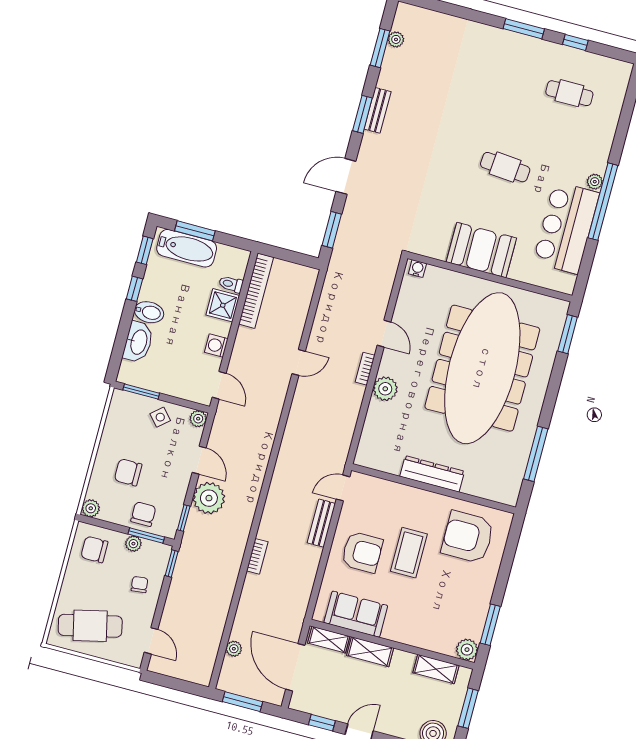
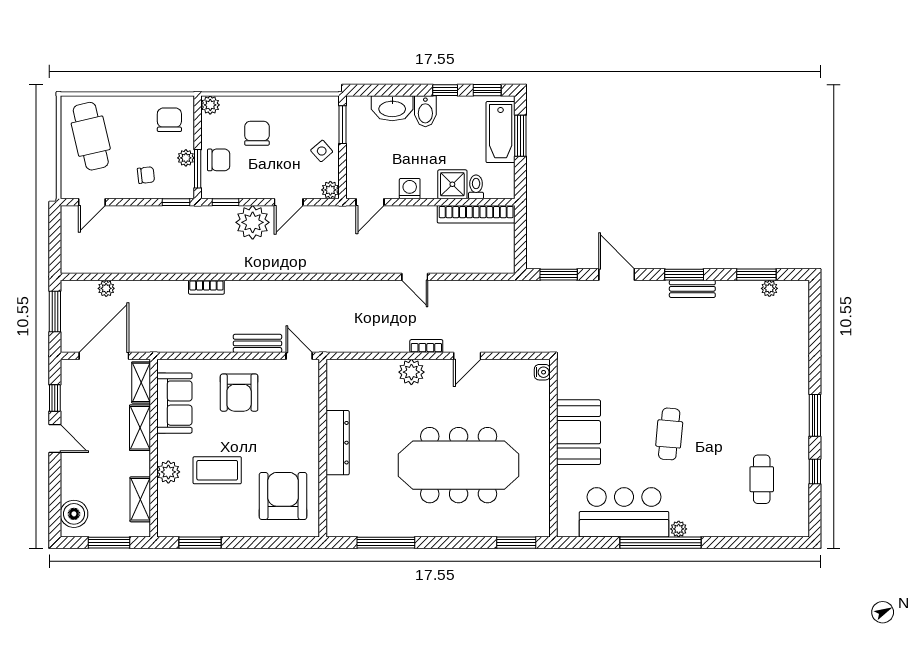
meeting table: (482, 368) -> (459, 465), width x0.73, depth x0.79
coffee table: (409, 553) -> (217, 470), moved
plant: (467, 650) -> (168, 472), moved

